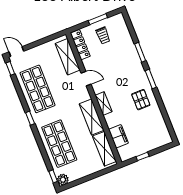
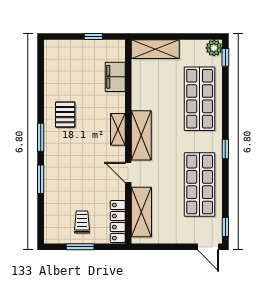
shelving: (92, 117) -> (141, 135), moved
shelving: (104, 149) -> (155, 49), moved, turned 90

